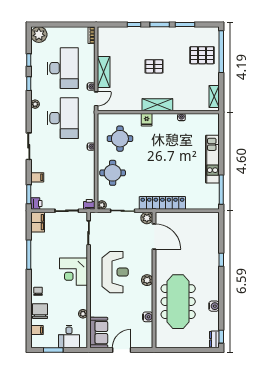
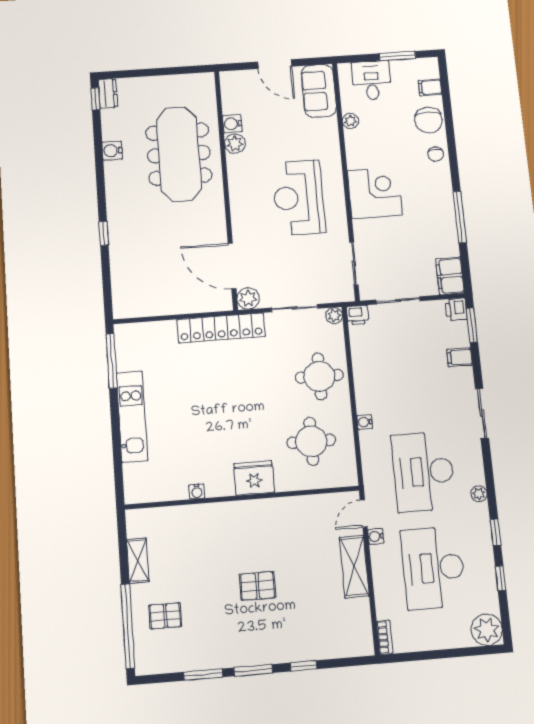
pallet: (202, 55) -> (165, 616), width x0.67, depth x0.71
shelving: (214, 96) -> (138, 561), moved
shelving: (157, 105) -> (245, 512), removed
fridge: (147, 120) -> (254, 478), width x1.88, depth x1.34
plant: (147, 280) -> (235, 144), moved
door: (122, 350) -> (275, 64), hinge flipped

